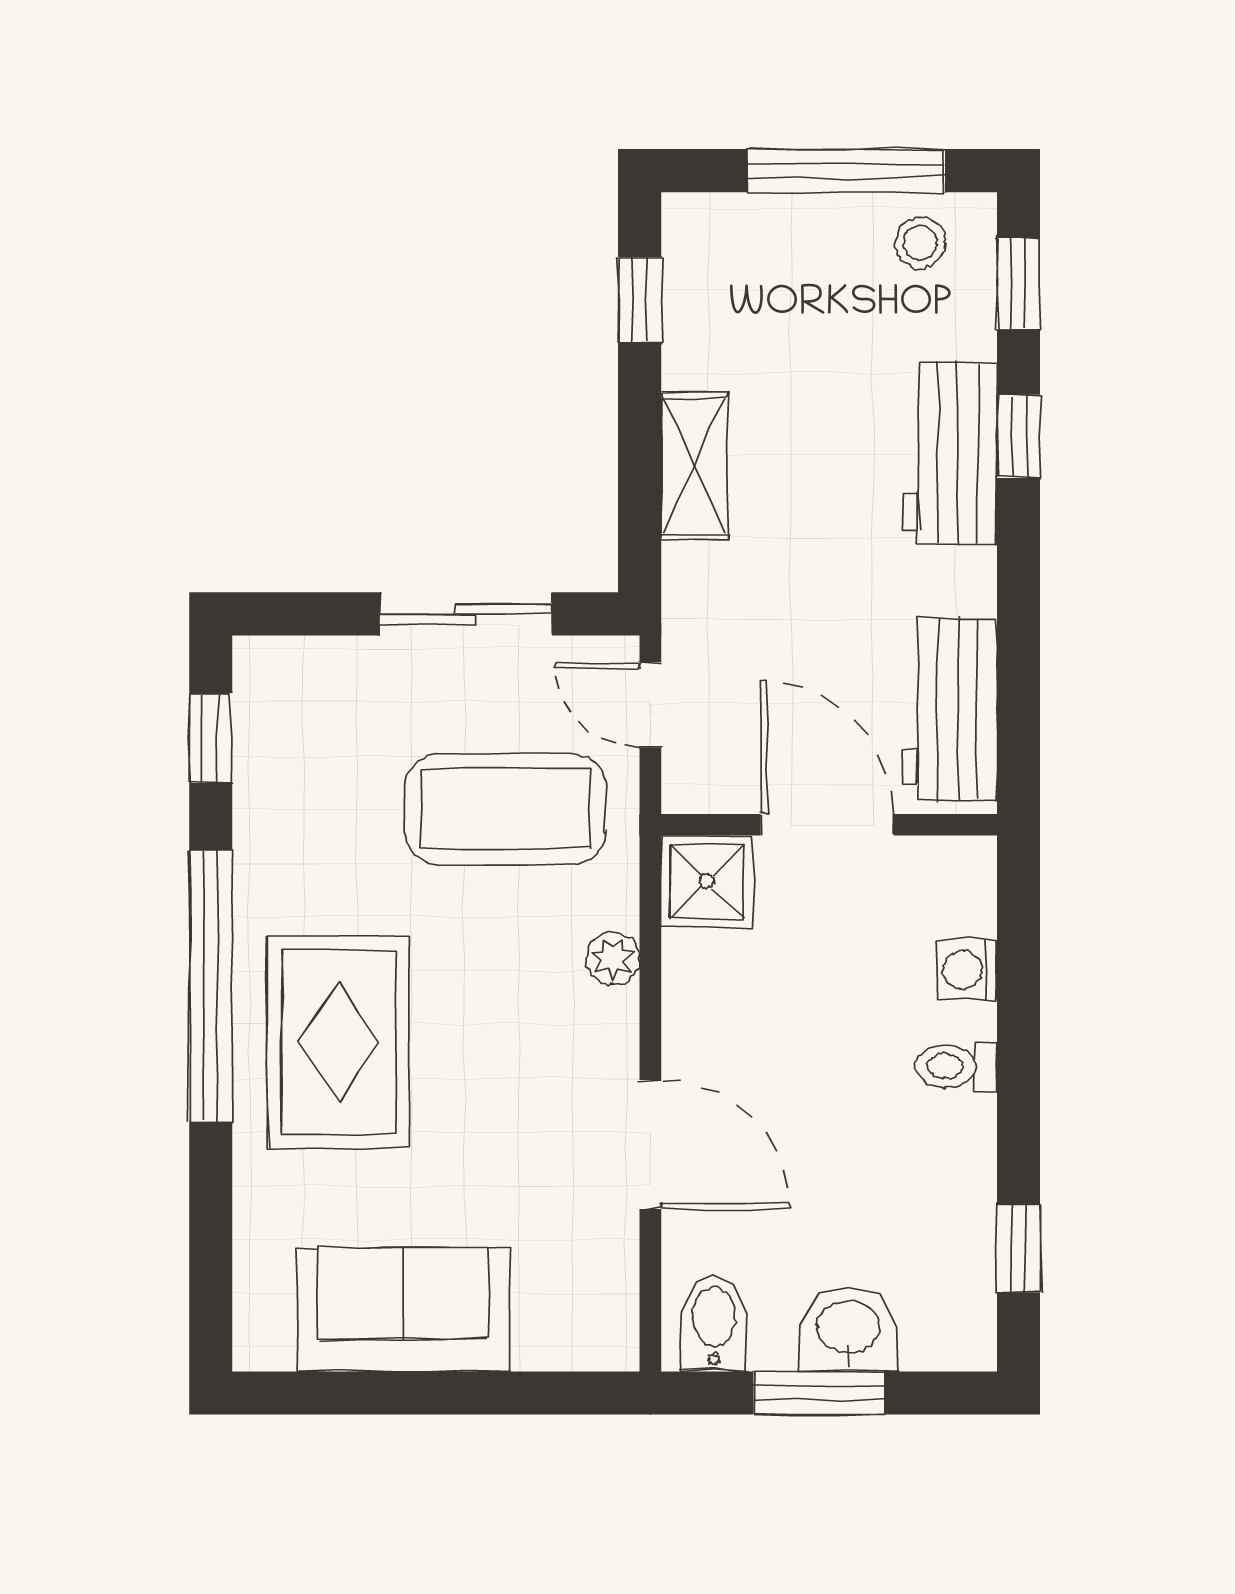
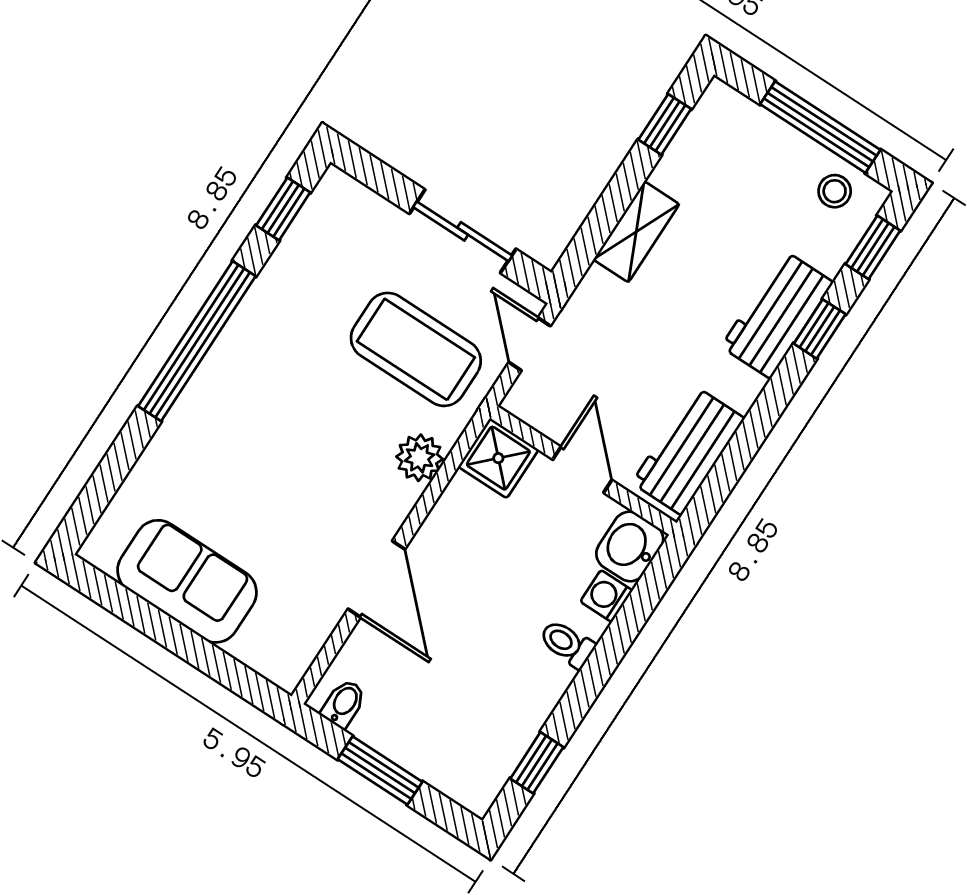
door: (827, 825) -> (582, 470), width x0.73
plant: (613, 958) -> (420, 458), width x1.38, depth x1.38
rug: (339, 1042) -> (246, 416), removed
bidet: (714, 1324) -> (344, 704), width x0.72, depth x0.74
washbasin: (848, 1330) -> (630, 547), moved, turned -90

